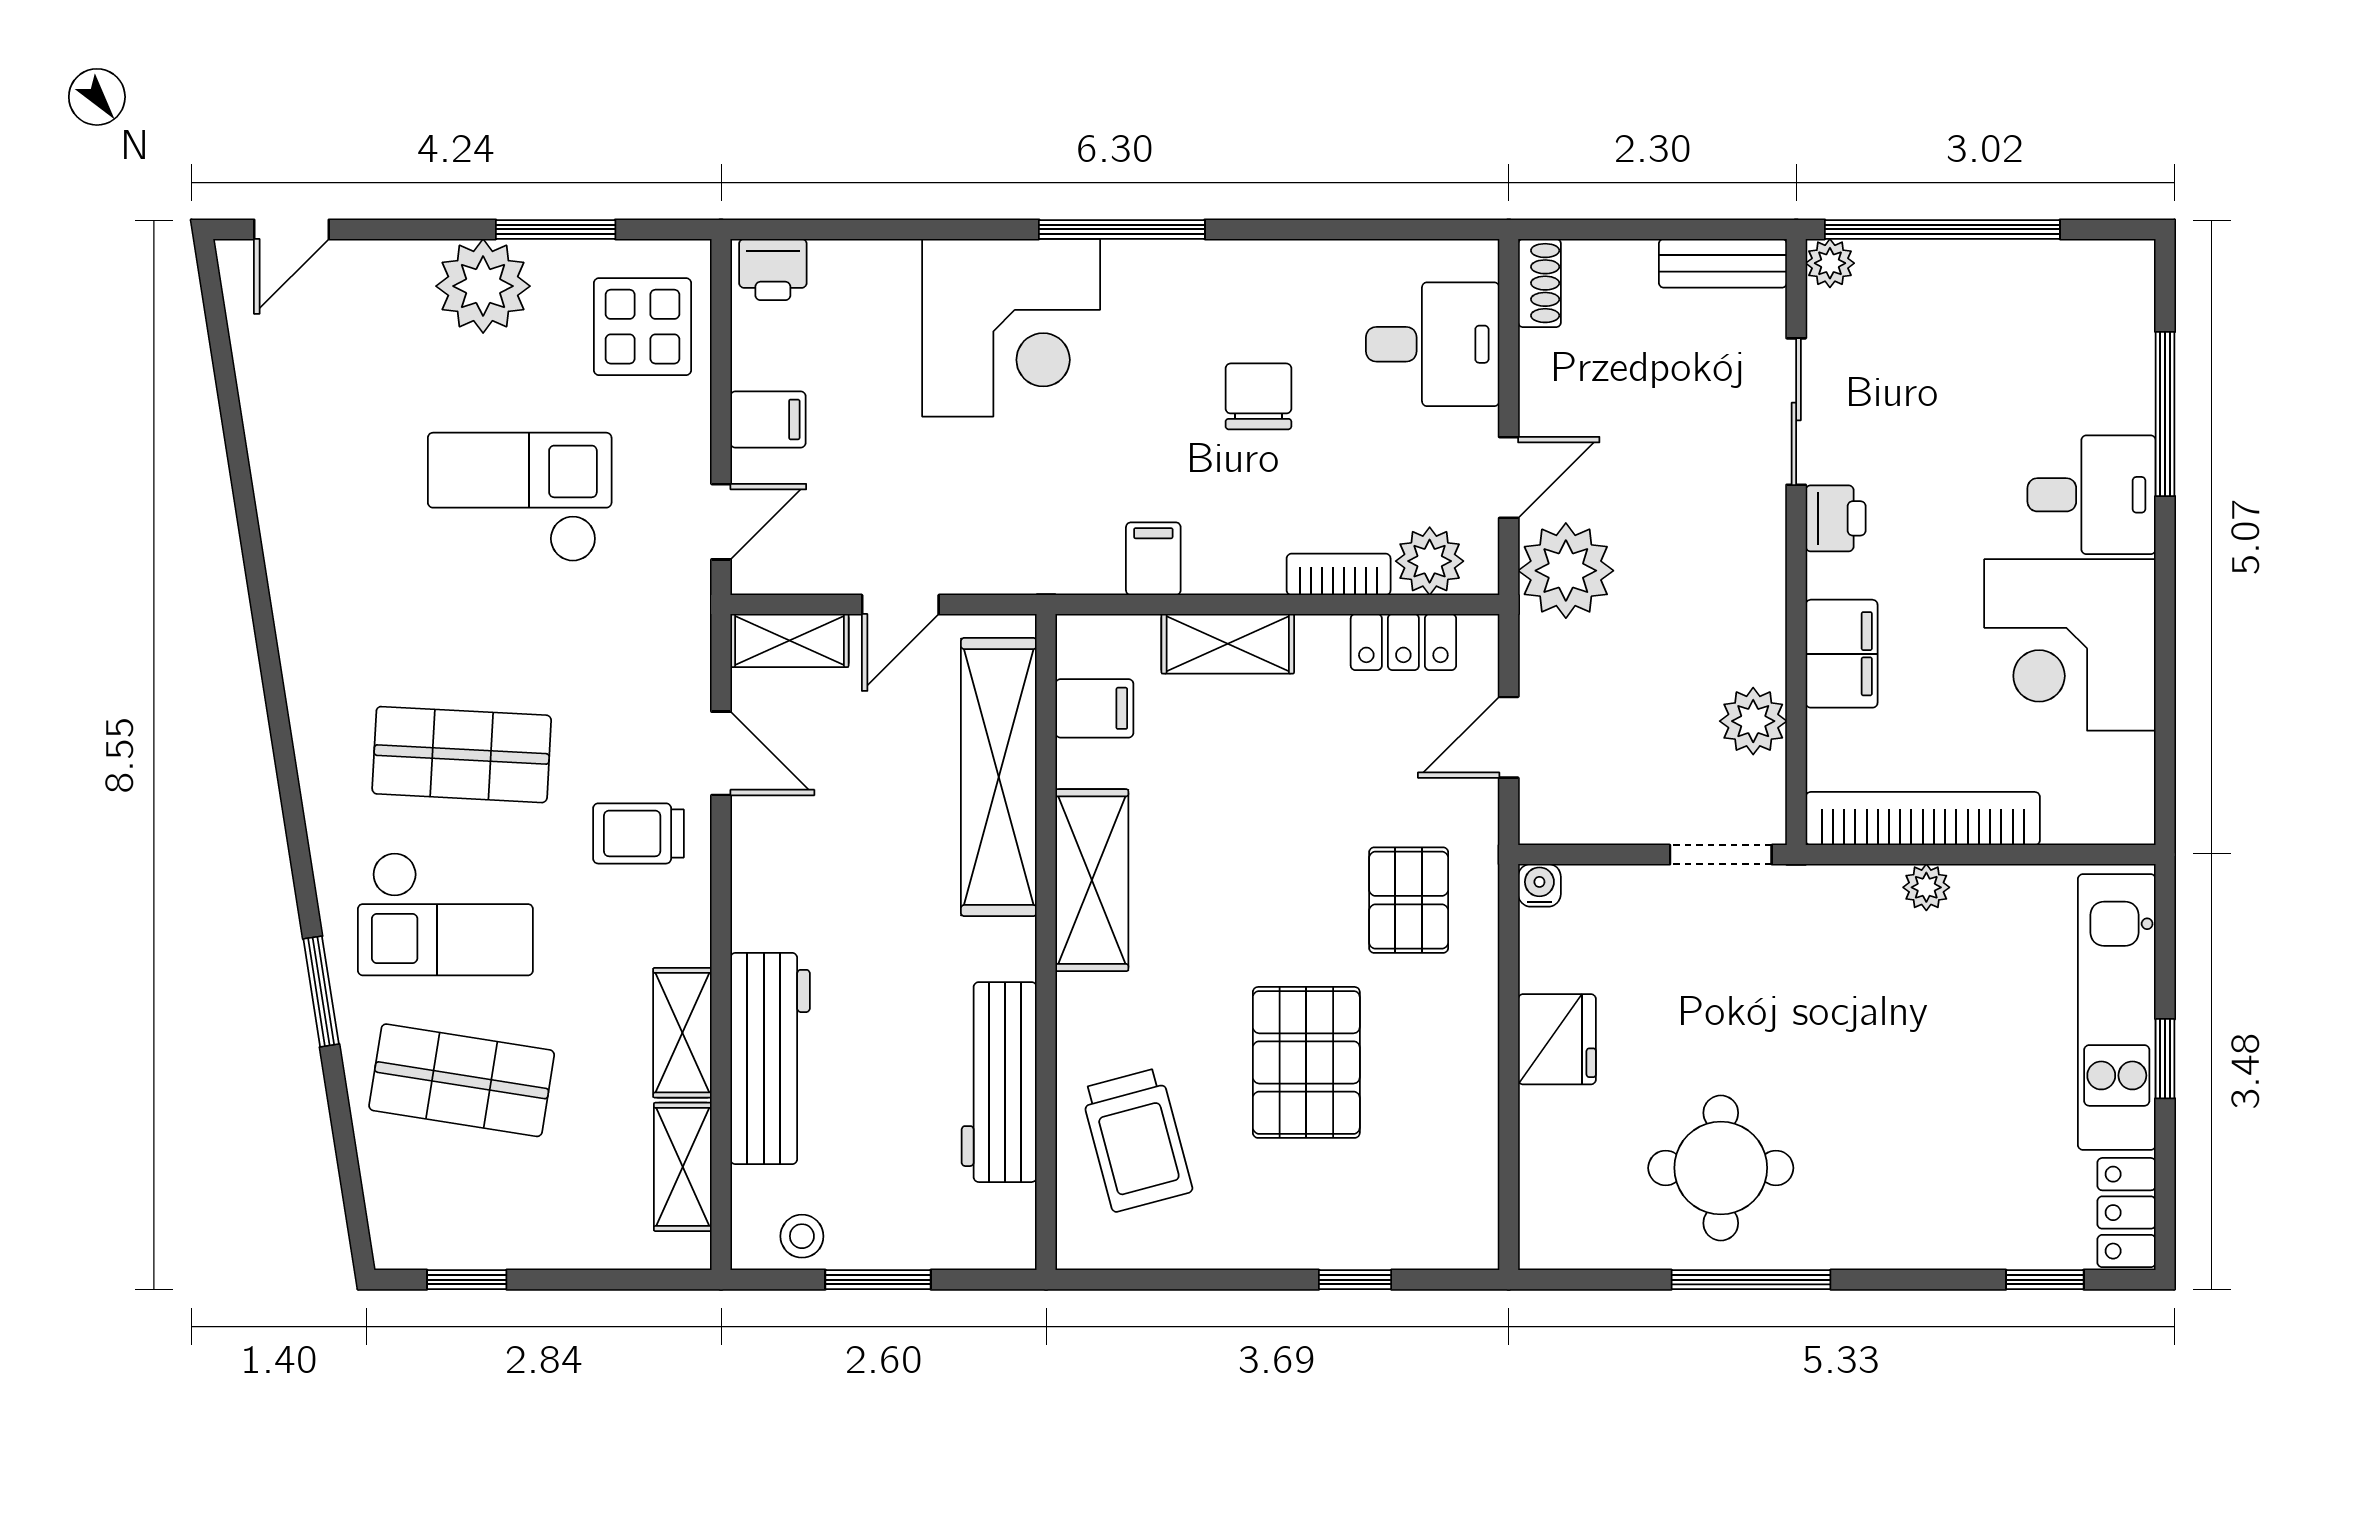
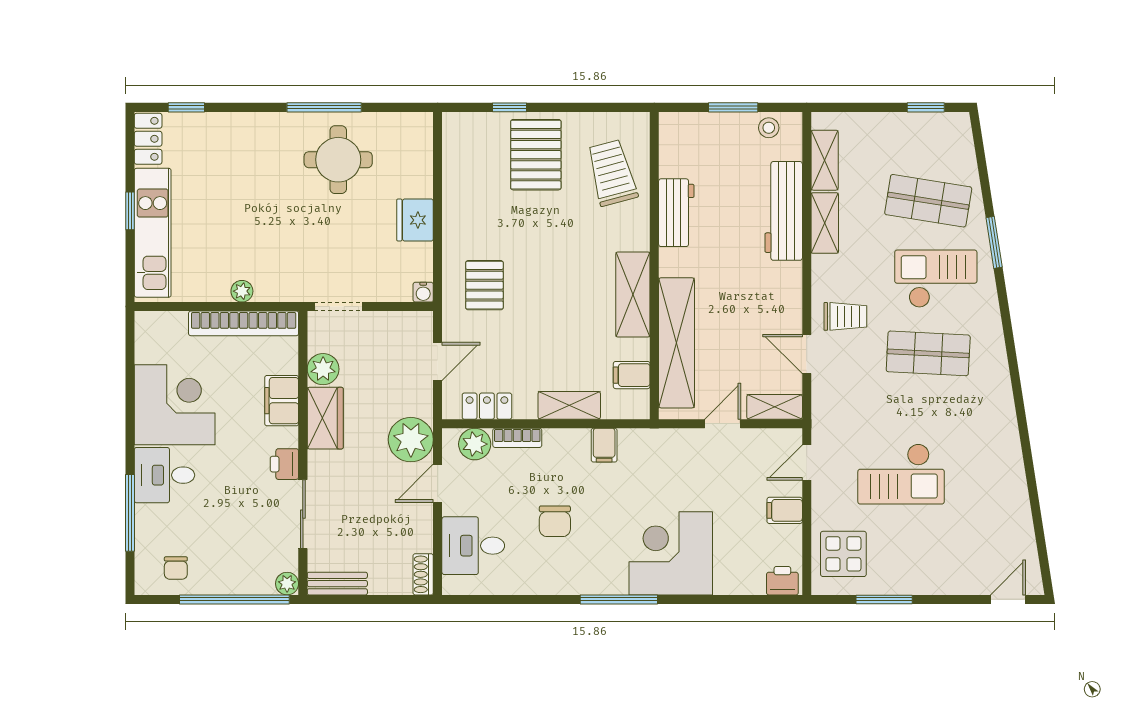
plant: (483, 286) -> (918, 573), removed
chair: (2067, 296) -> (176, 568), added
wardrobe: (1749, 616) -> (325, 418), added
pallet: (1306, 1062) -> (536, 155), moved
workbench: (999, 1082) -> (676, 213), width x0.73

